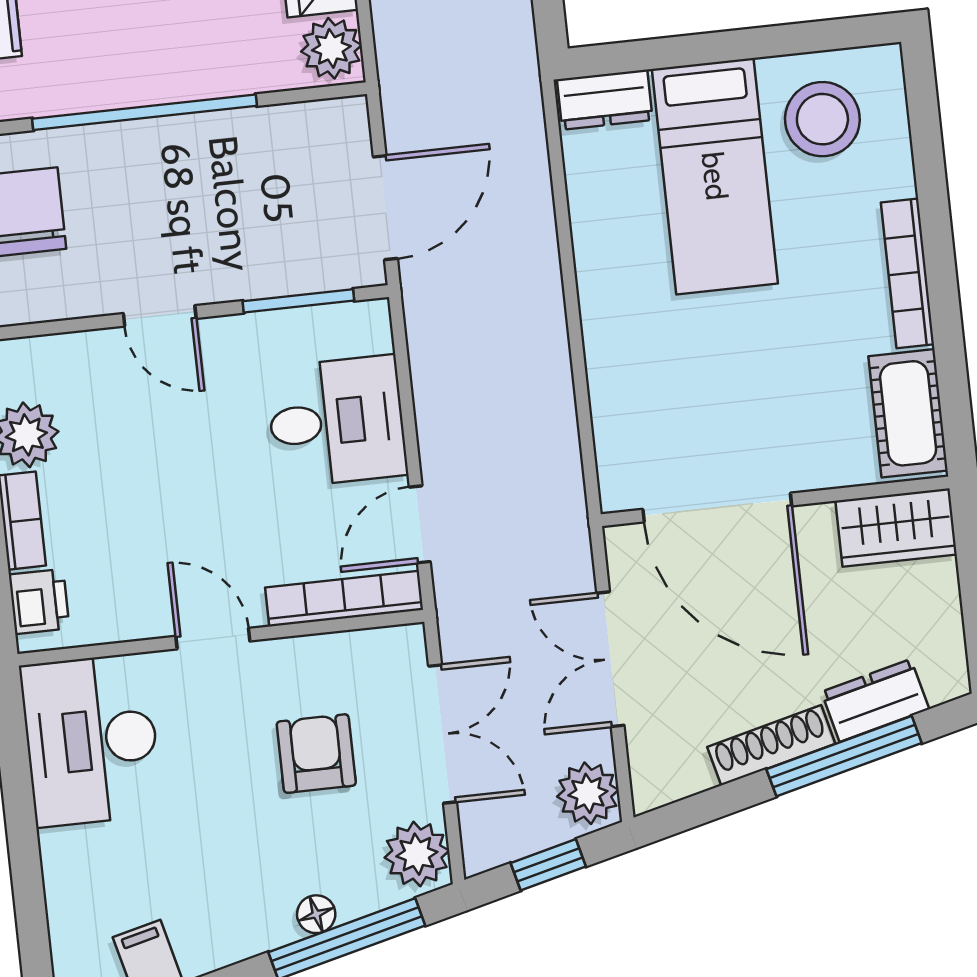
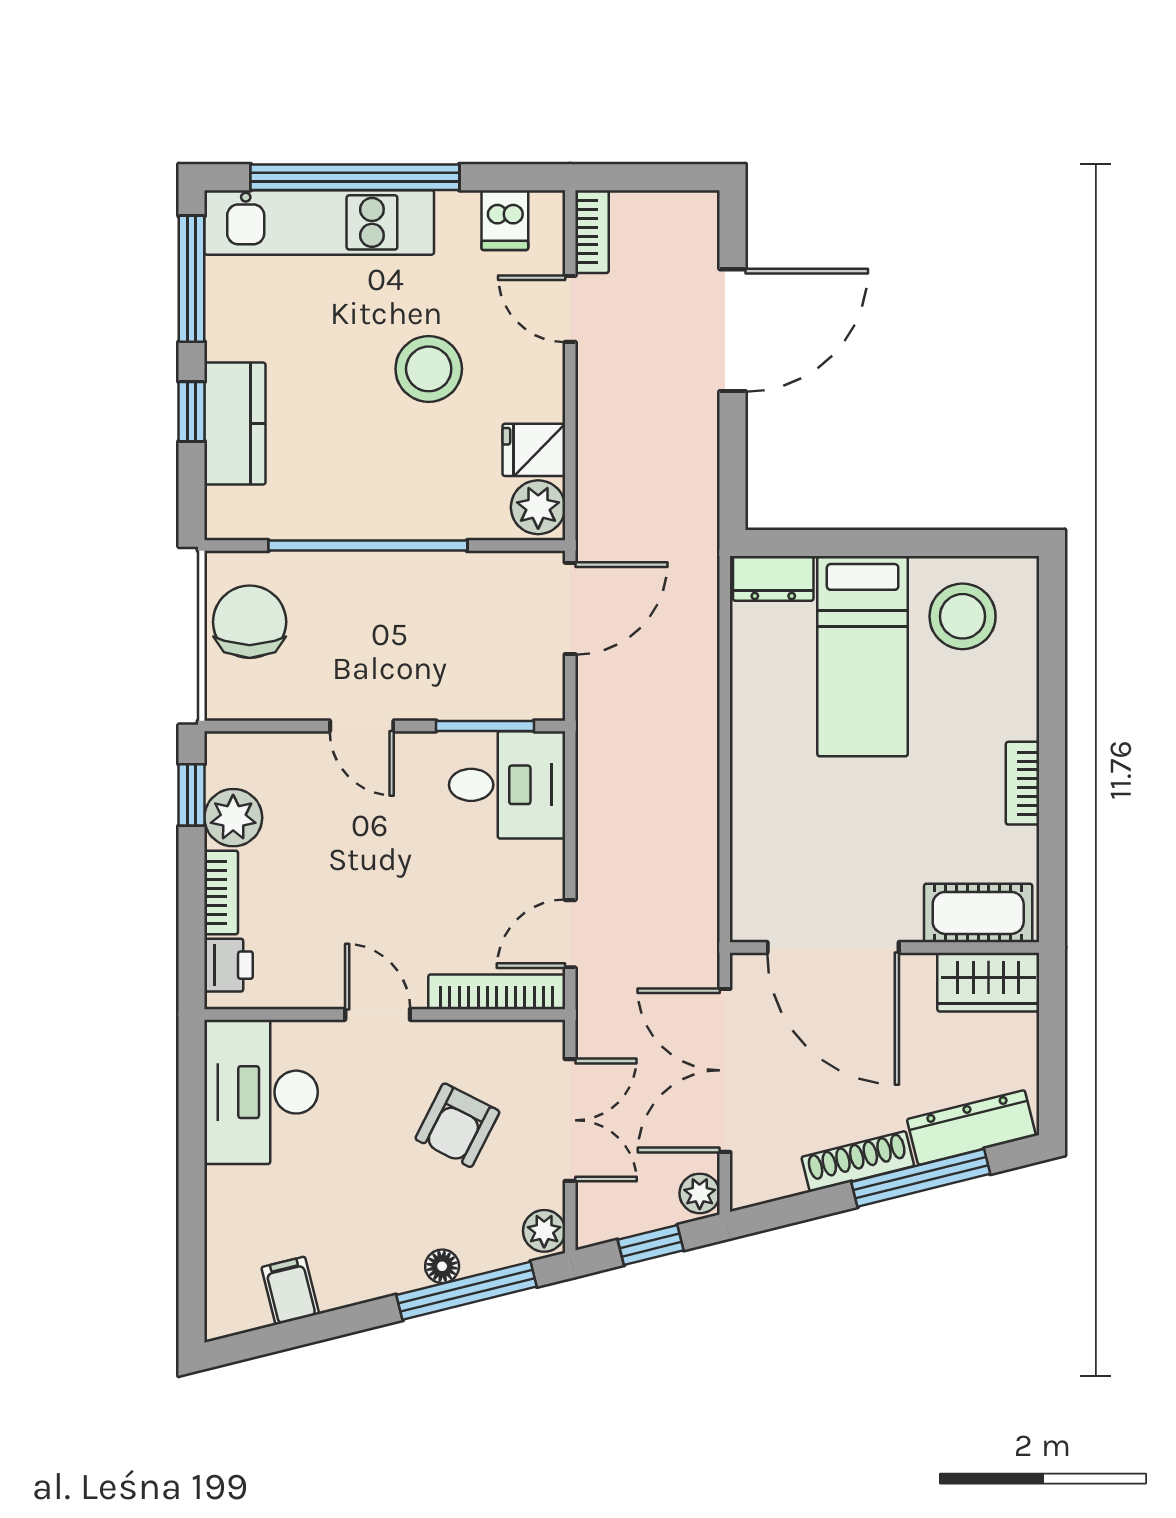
door: (385, 208) -> (570, 608), moved
bookcase: (907, 273) -> (1022, 783), width x0.64
cot: (908, 413) -> (978, 913), moved, turned 90
desk: (337, 421) -> (507, 785), moved
double door: (610, 659) -> (725, 1070), width x1.37
dresser: (875, 700) -> (971, 1127), width x1.44
armchair: (316, 754) -> (457, 1125), turned -153
plant: (588, 793) -> (700, 1193), width x0.73, depth x0.73
plant: (417, 854) -> (544, 1231), width x0.73, depth x0.73

